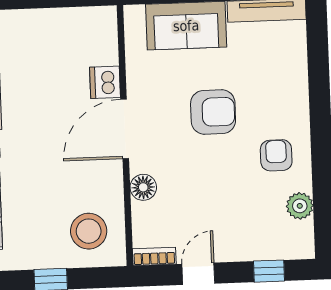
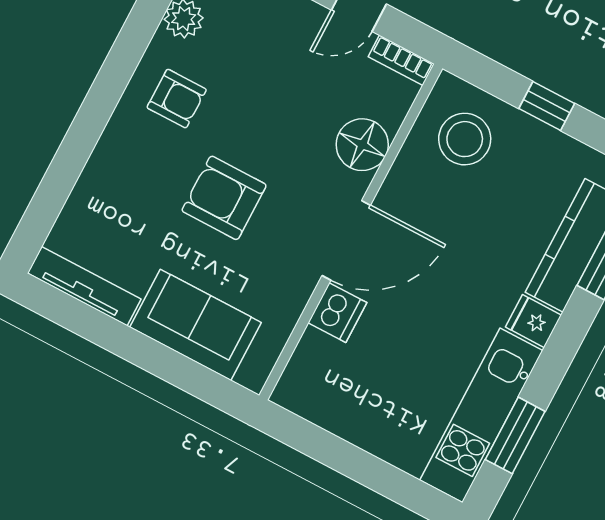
armchair: (276, 155) -> (177, 99), turned -90
floor lamp: (143, 187) -> (362, 145), width x1.38, depth x1.38

